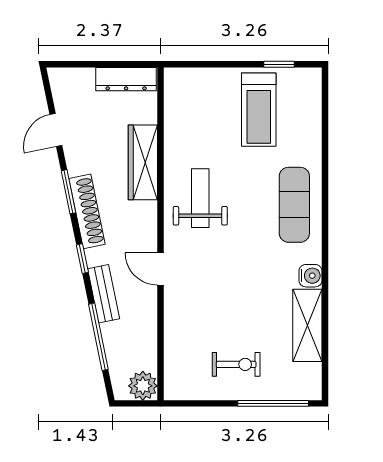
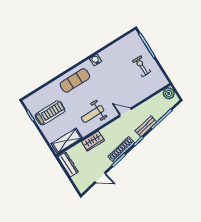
wardrobe: (143, 162) -> (93, 141), width x0.67
door: (161, 269) -> (125, 112), swing flipped
shelving: (307, 325) -> (67, 141), moved

